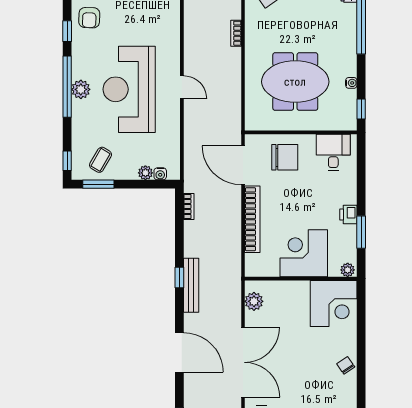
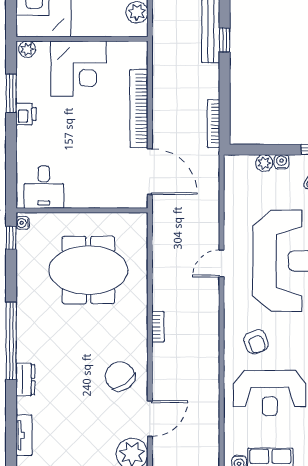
armchair: (152, 20) -> (256, 342), added
water cooler: (351, 83) -> (23, 223), moved
door: (182, 87) -> (222, 263), hinge flipped
chair: (285, 157) -> (101, 181), removed
water cooler: (160, 174) -> (282, 162), moved
bookcase: (189, 206) -> (213, 123), width x1.56

